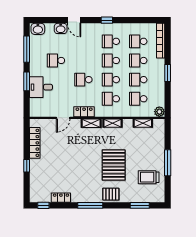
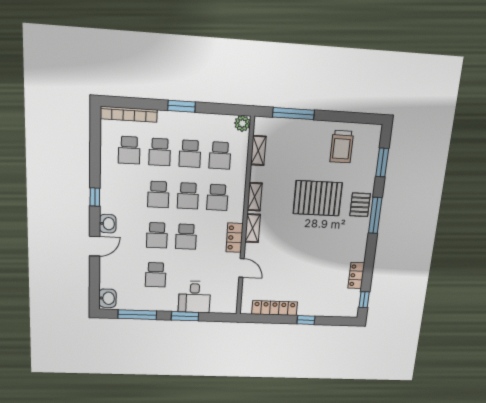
washbasin: (61, 28) -> (108, 224), moved
school desk: (111, 41) -> (157, 235), moved
window: (168, 163) -> (293, 114), moved
window: (90, 205) -> (375, 215), moved

